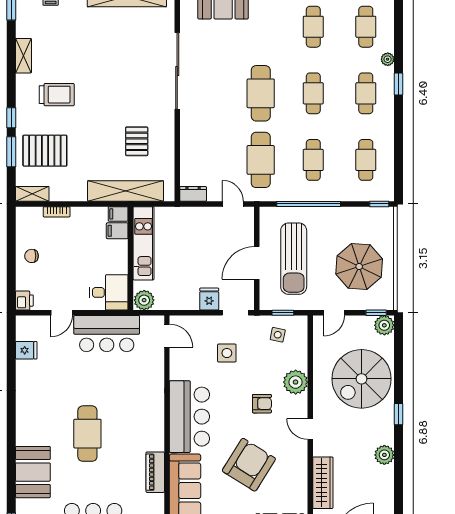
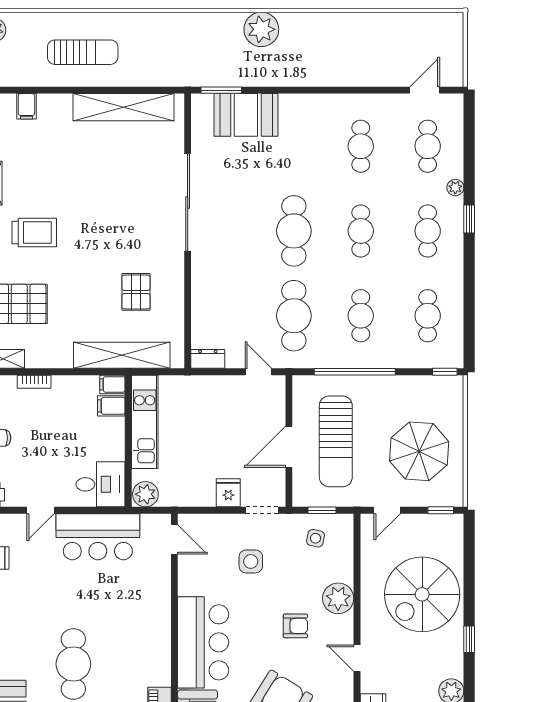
plant: (384, 325) -> (451, 526), removed

